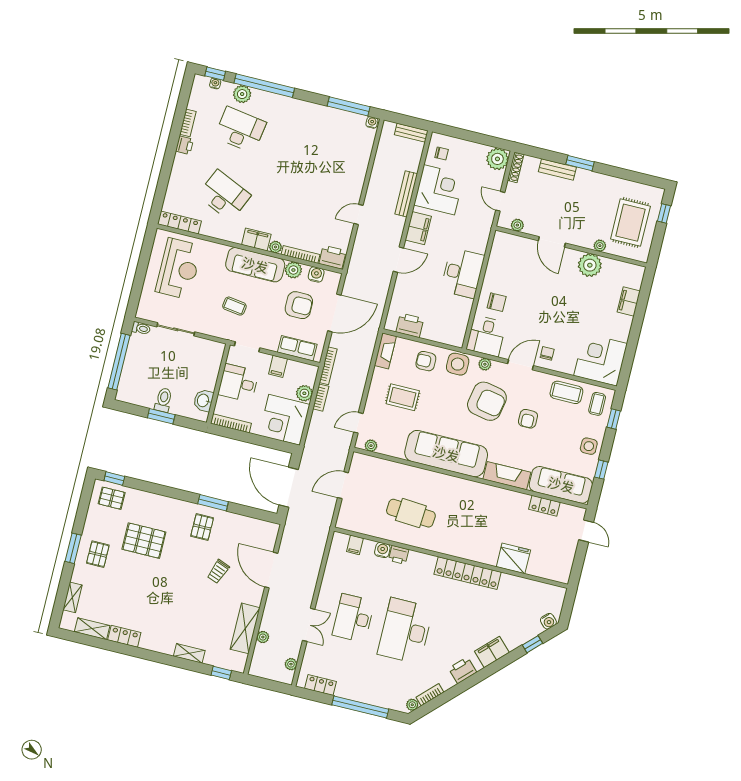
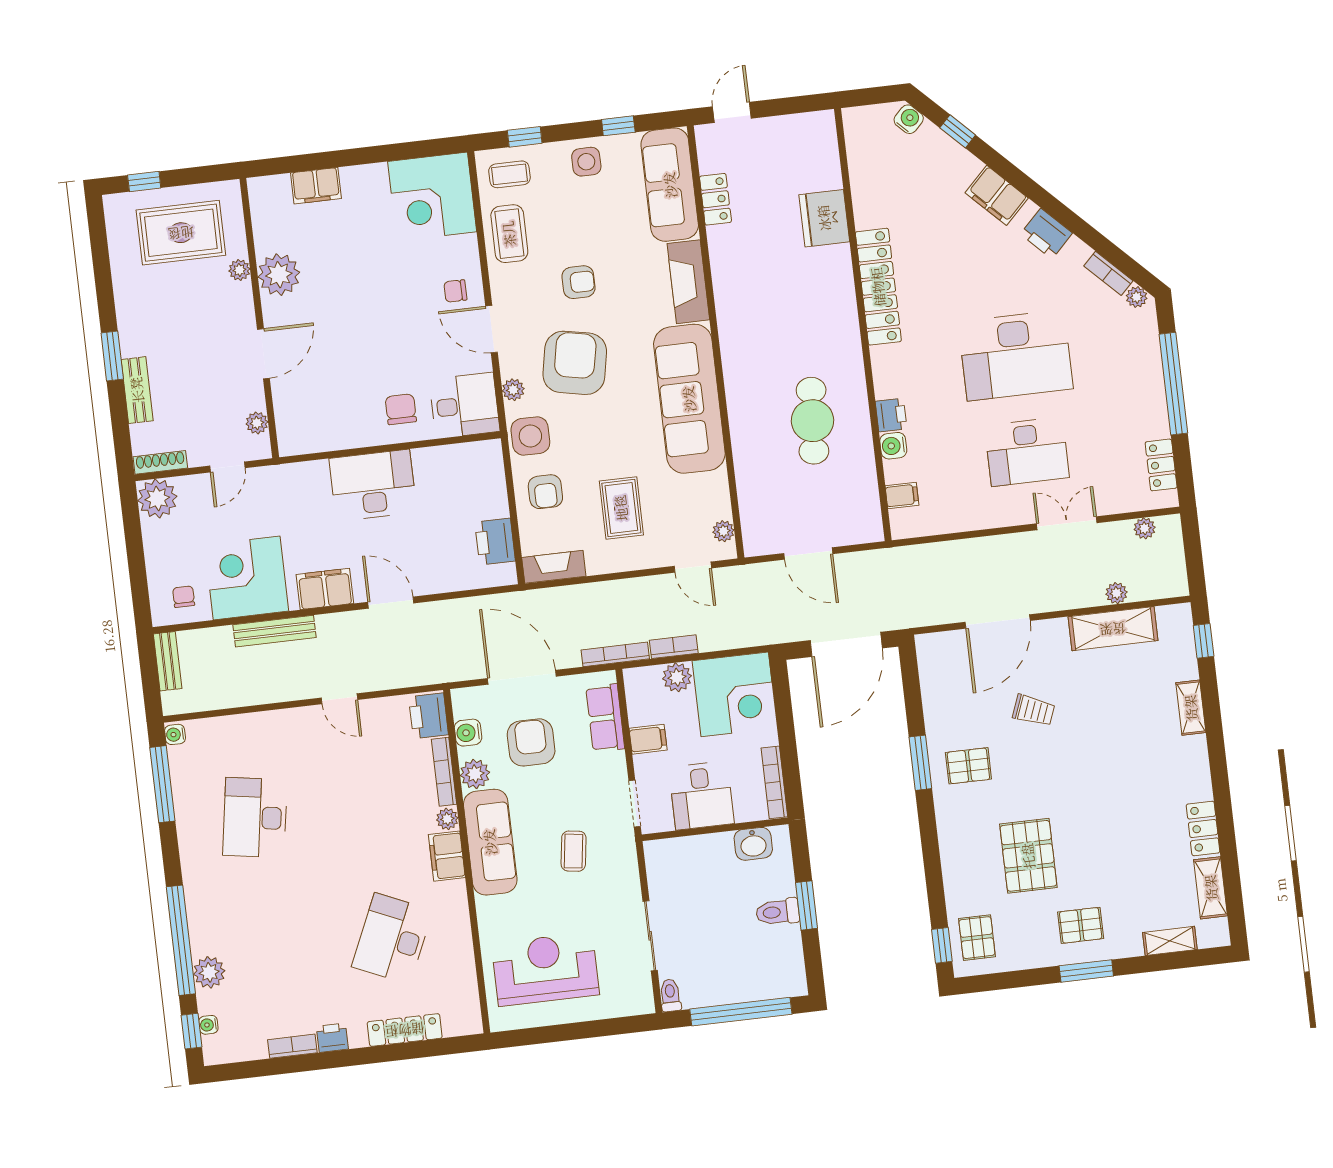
desk: (240, 130) -> (255, 818), moved
locker: (179, 223) -> (405, 1030), moved, turned 90

